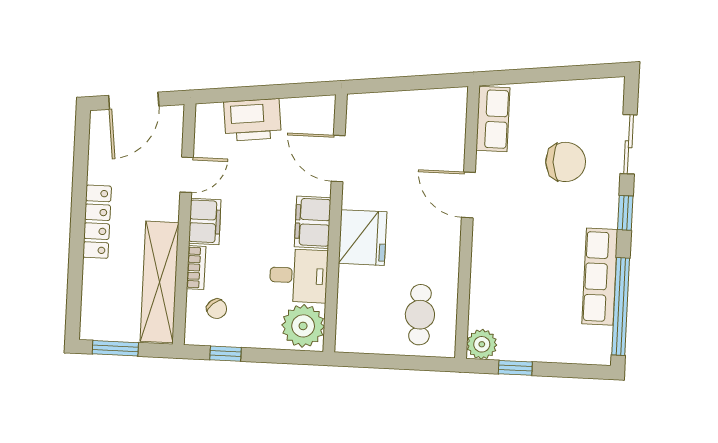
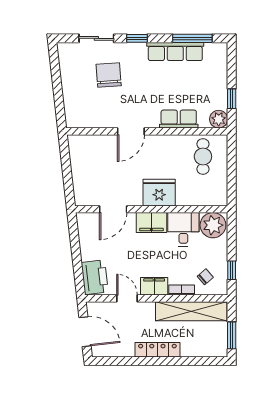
row of seats: (493, 119) -> (179, 119), moved
printer: (253, 120) -> (95, 277), moved
window: (621, 307) -> (192, 38), width x0.68
cafe table: (420, 315) -> (203, 157), turned 90

